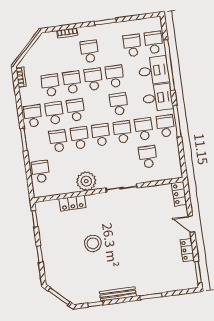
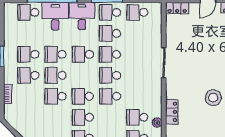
school desk: (132, 46) -> (28, 54), moved
school desk: (50, 85) -> (56, 117), removed
school desk: (58, 141) -> (137, 117), moved
school desk: (148, 157) -> (137, 12), moved
plant: (86, 181) -> (157, 123), moved, width x0.53, depth x0.53

